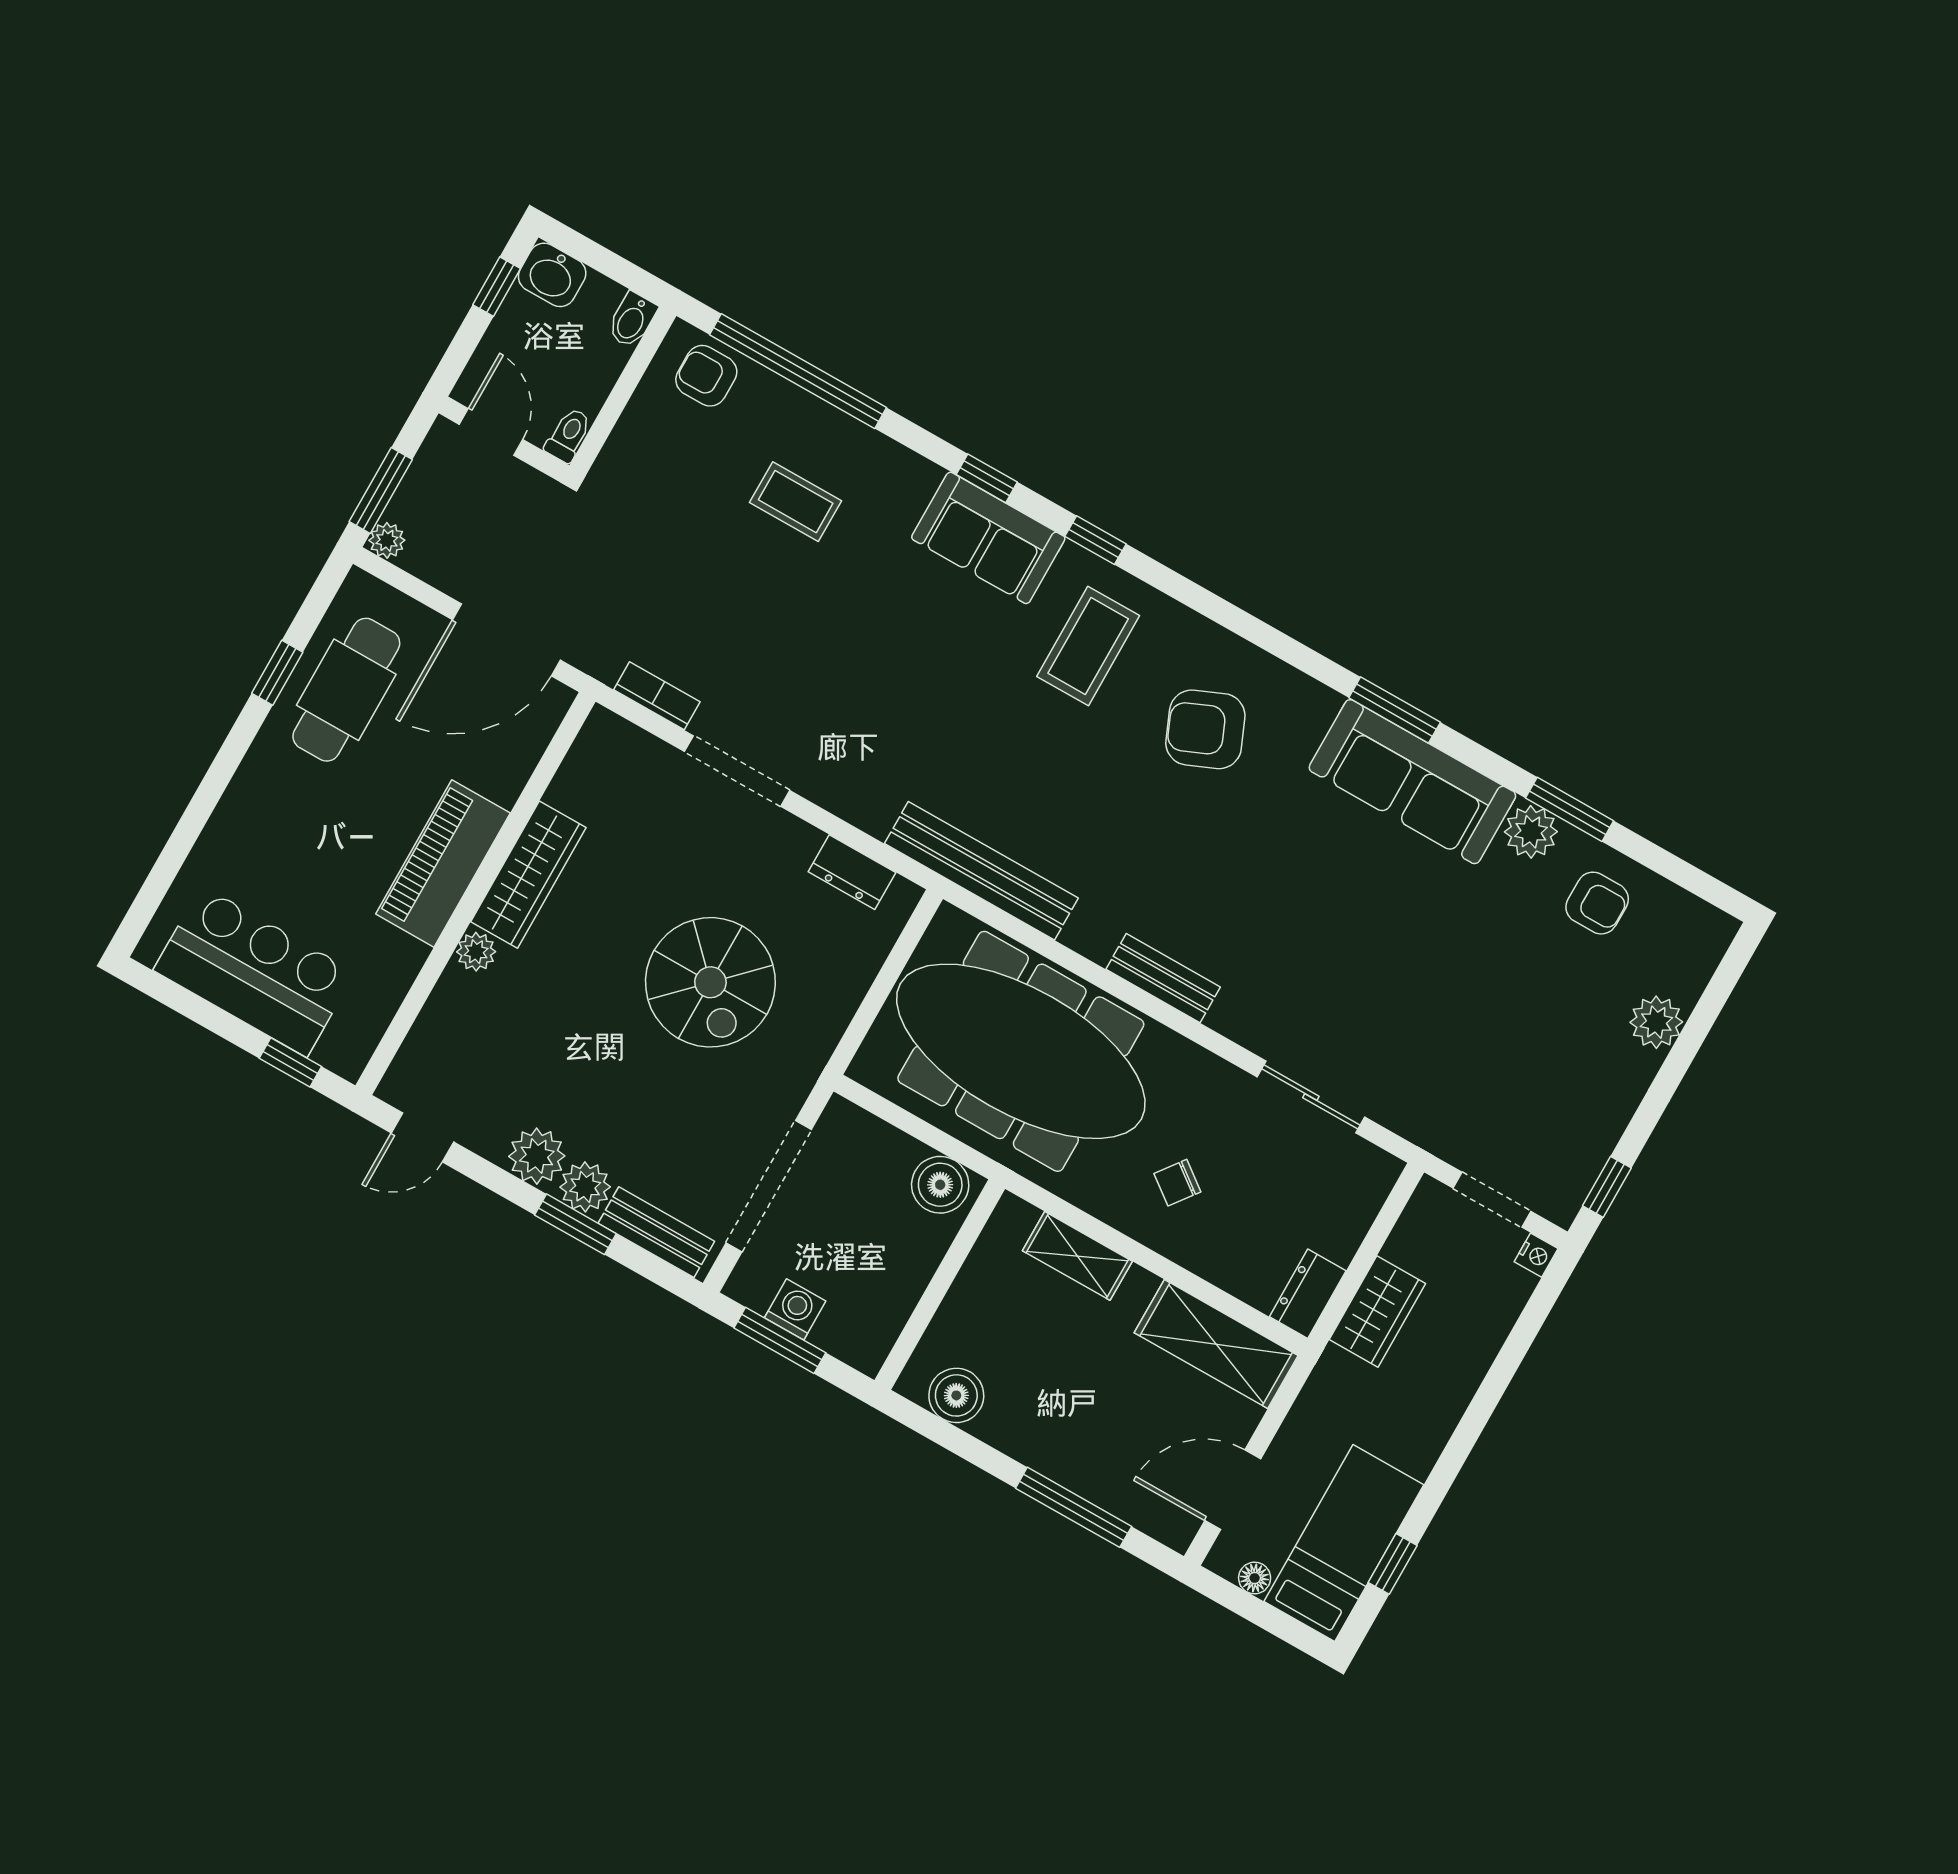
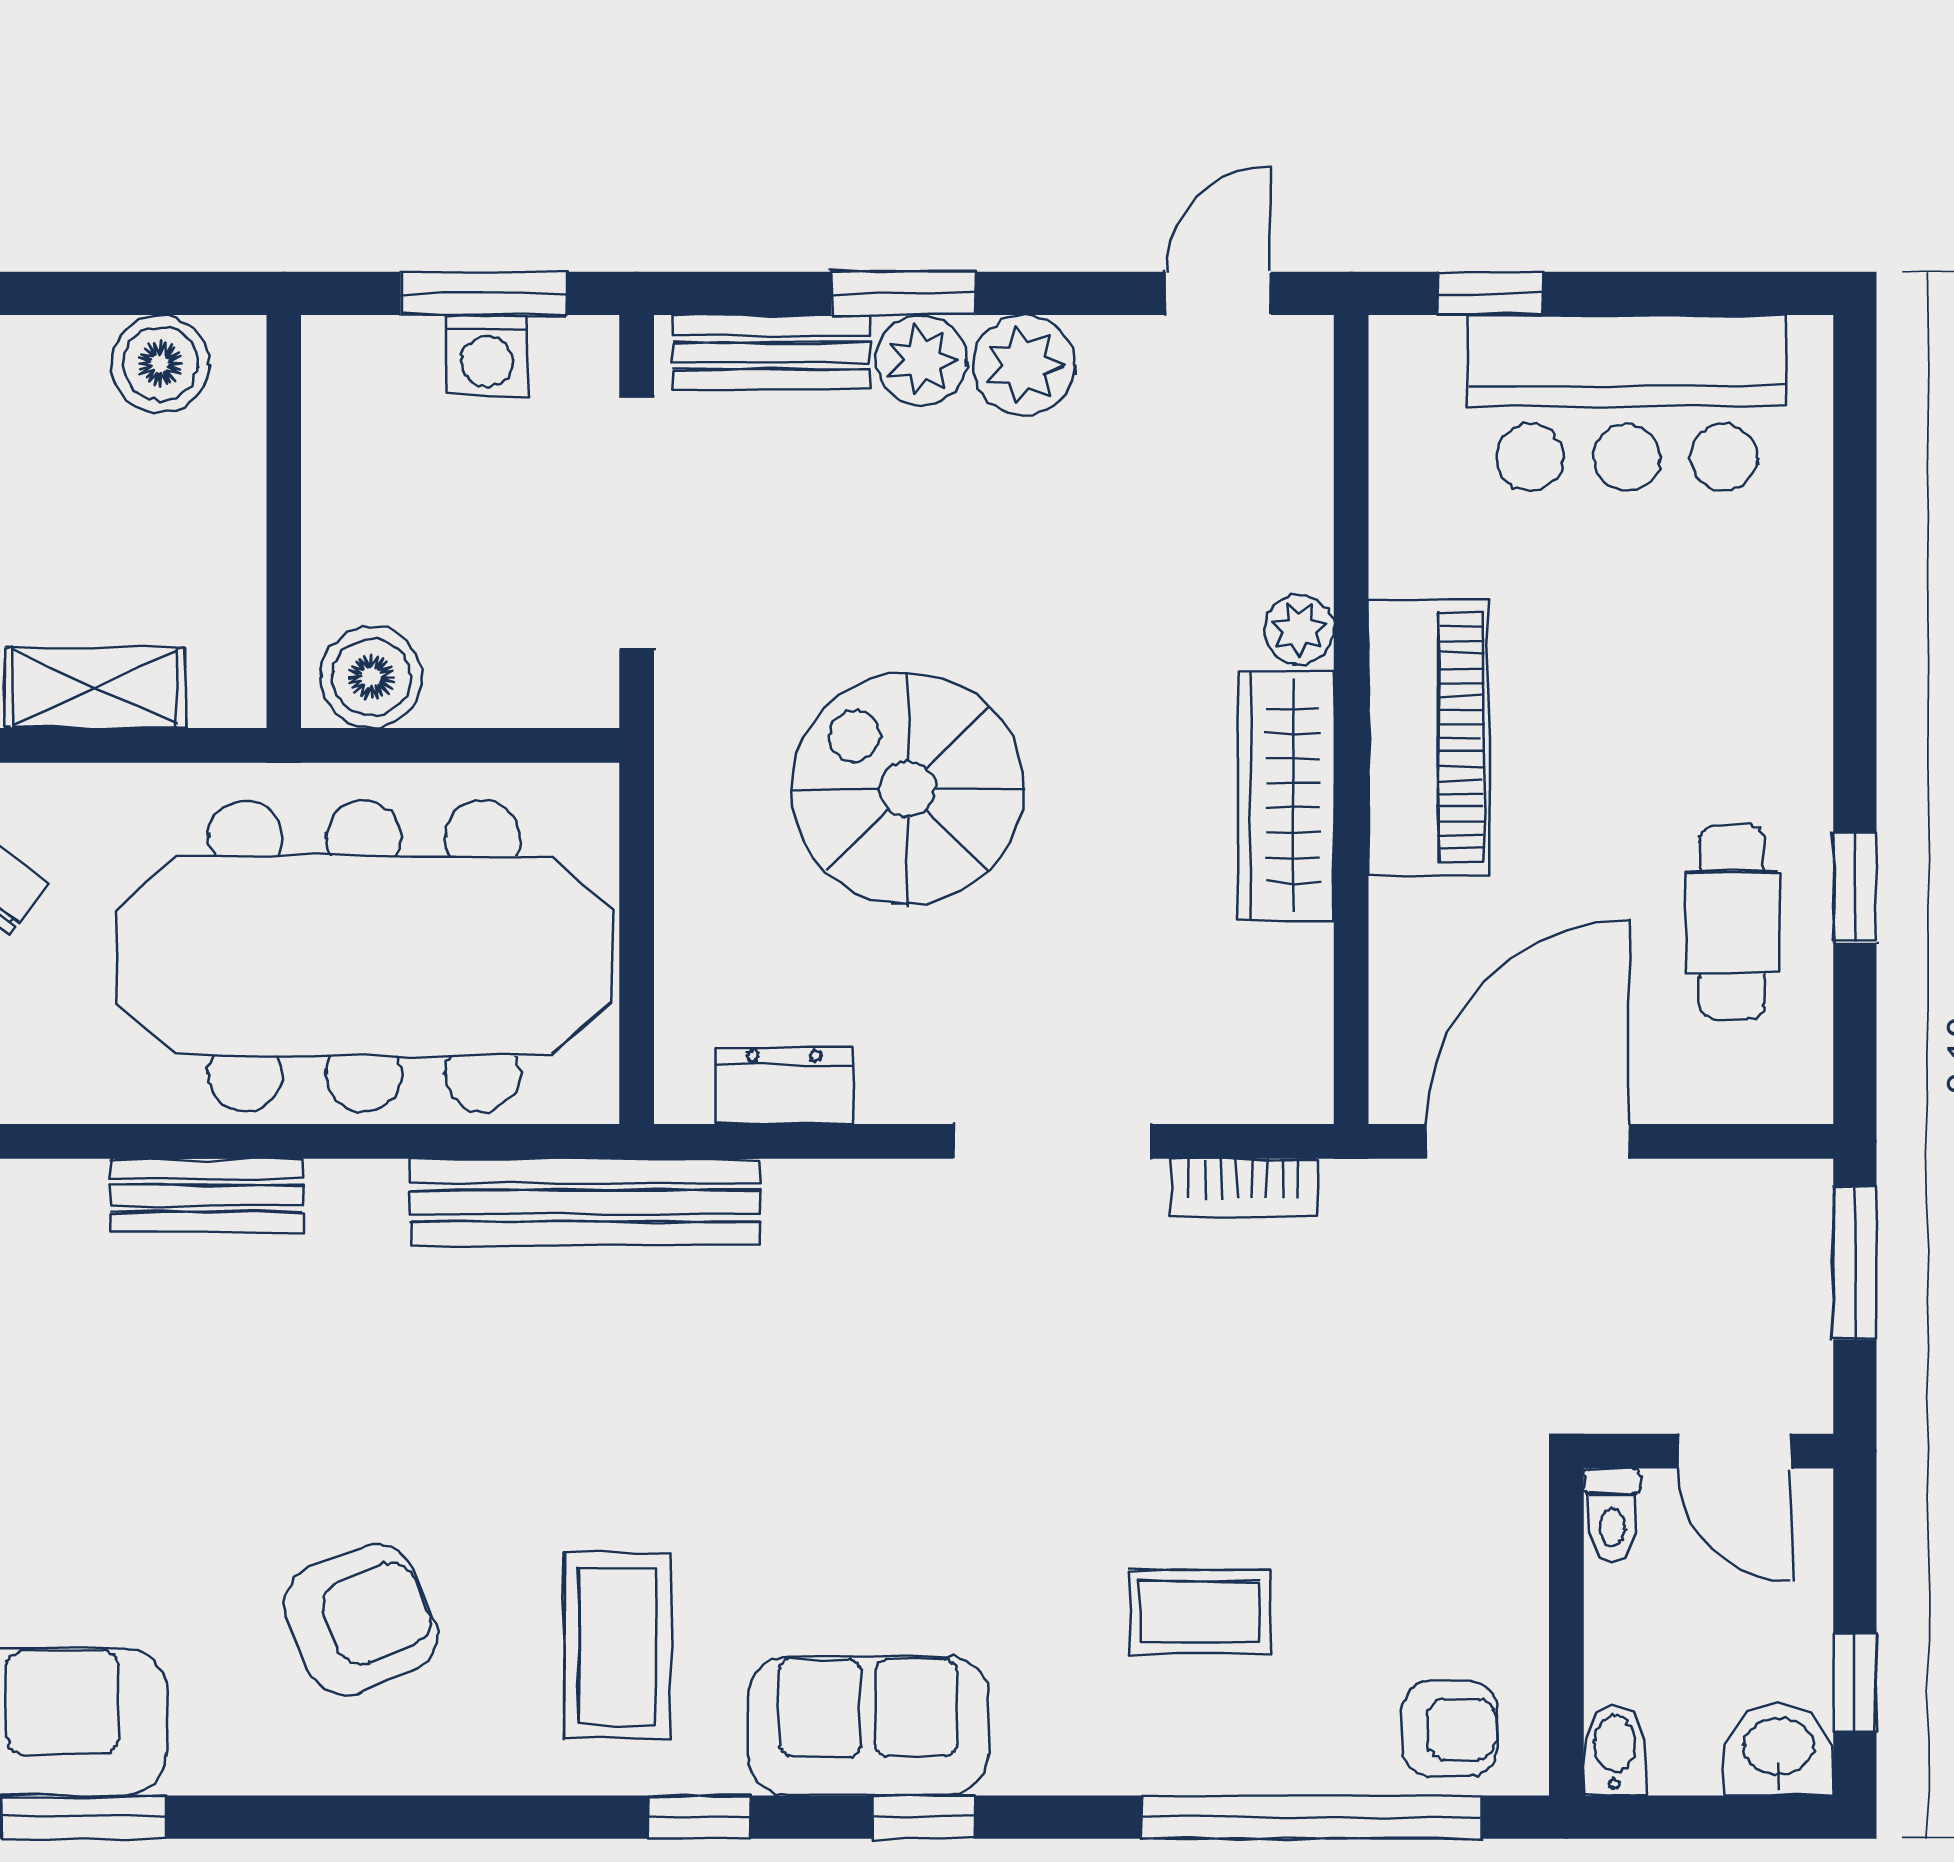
plant: (387, 540) -> (1801, 1191), removed
cafe table: (346, 690) -> (1732, 922), width x0.73, depth x0.74

